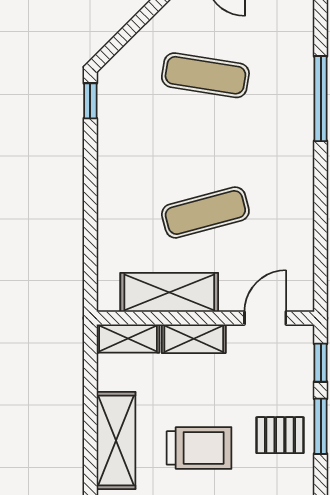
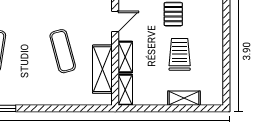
door: (265, 318) -> (115, 22), swing flipped
shelving: (116, 440) -> (184, 98), width x0.67, depth x0.75

